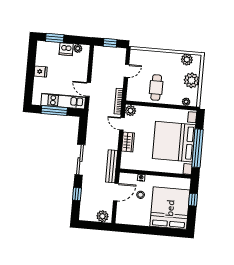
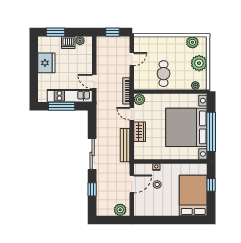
fridge: (41, 72) -> (46, 63), width x1.88, depth x1.34
bench: (112, 166) -> (125, 145), moved
bed: (170, 208) -> (193, 195), width x0.73

